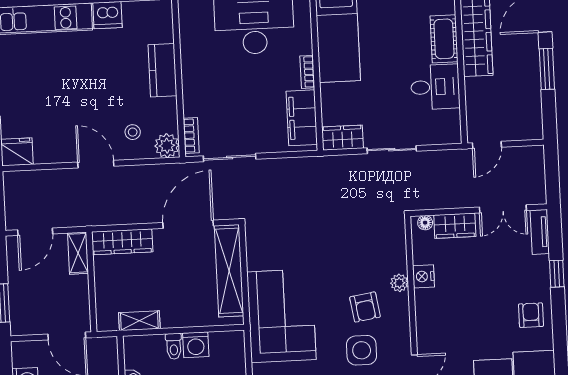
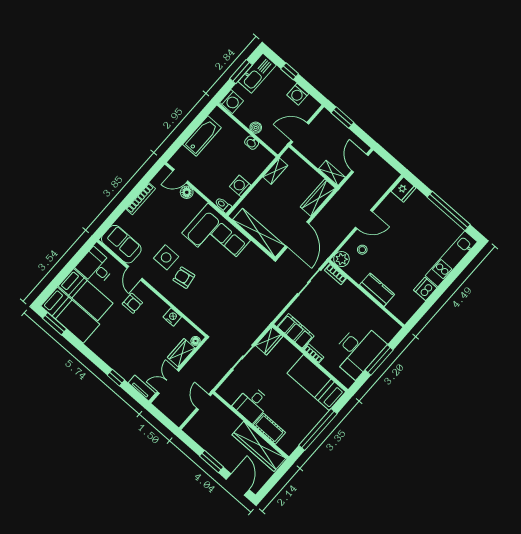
plant: (399, 283) -> (180, 303), removed
armchair: (531, 315) -> (132, 303), moved
toilet: (174, 346) -> (223, 205), moved

